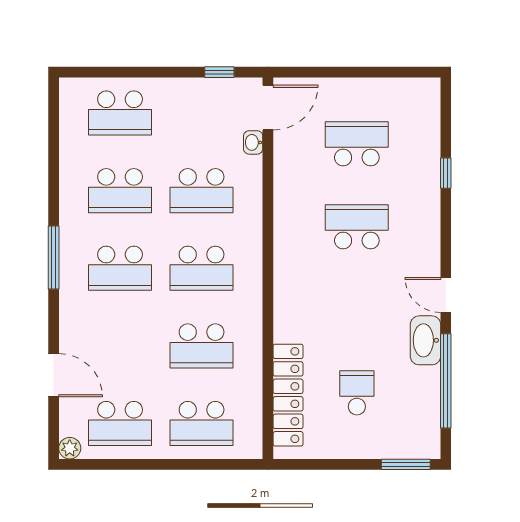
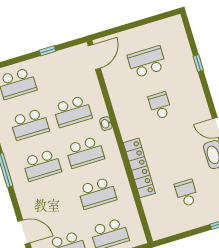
window: (219, 72) -> (48, 51), moved
washbasin: (253, 142) -> (106, 124), moved
school desk: (357, 227) -> (160, 106), width x0.54
locker: (288, 395) -> (139, 168), moved

